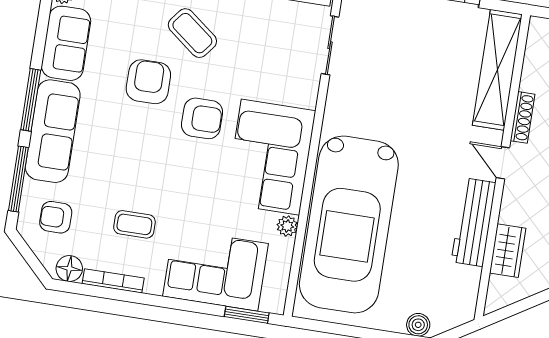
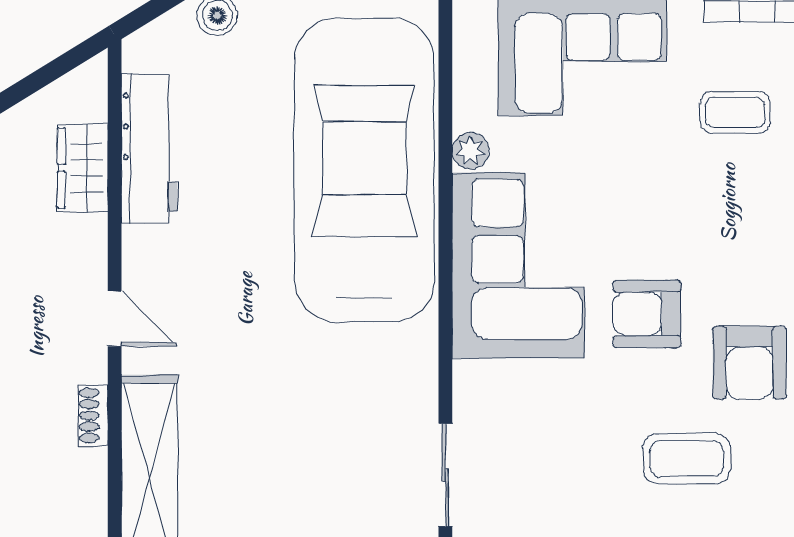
coffee table: (192, 33) -> (687, 459), turned -38
shoe rack: (522, 117) -> (93, 415), width x0.70
workbench: (473, 222) -> (149, 149), moved

